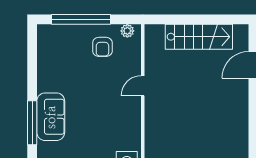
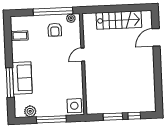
window: (81, 19) -> (53, 11), moved
coffee table: (50, 54) -> (20, 36), added

